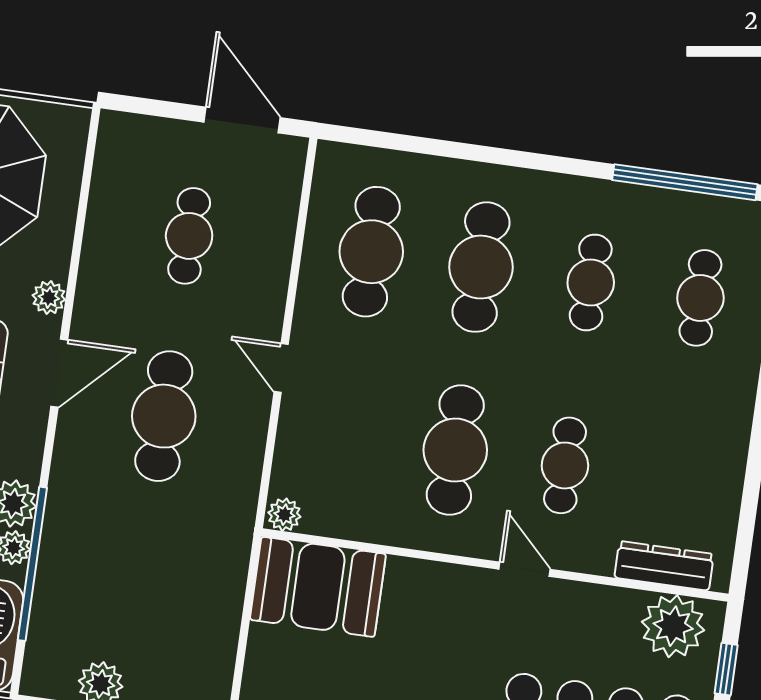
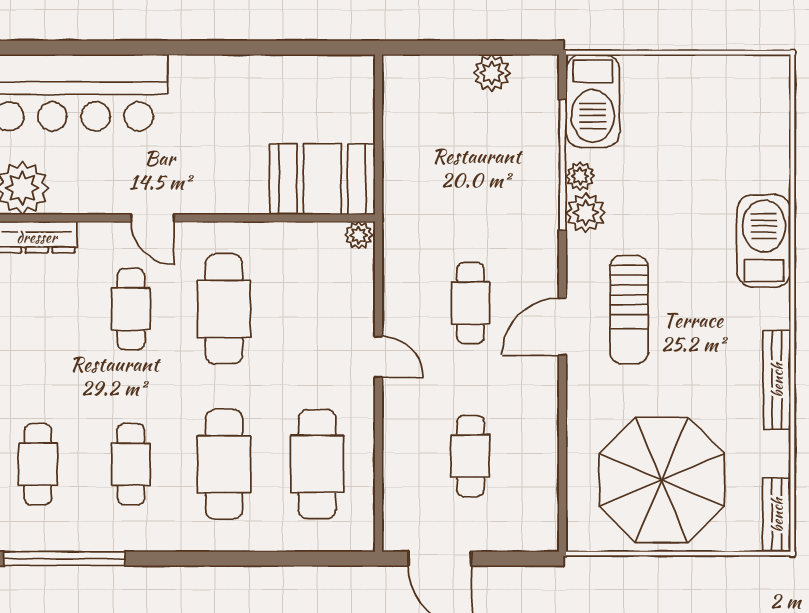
plant: (49, 297) -> (580, 388), removed
cafe table: (164, 416) -> (470, 303), width x0.73, depth x0.74

